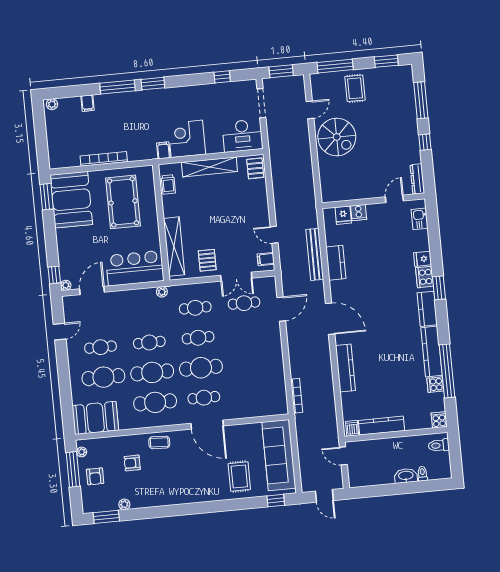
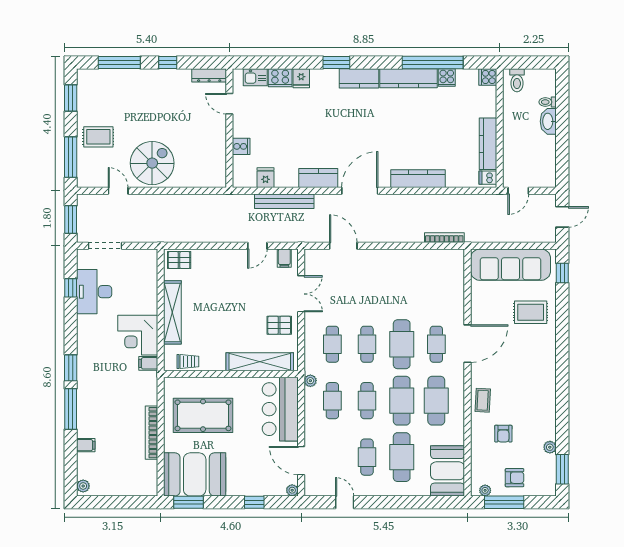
desk: (242, 136) -> (94, 292), moved, turned 180
fridge: (343, 215) -> (265, 178), moved, turned -90
kitchen counter: (336, 263) -> (318, 178), moved
window: (54, 275) -> (254, 502), moved
cooker: (425, 277) -> (280, 78), moved
cafe table: (244, 303) -> (332, 401), moved

